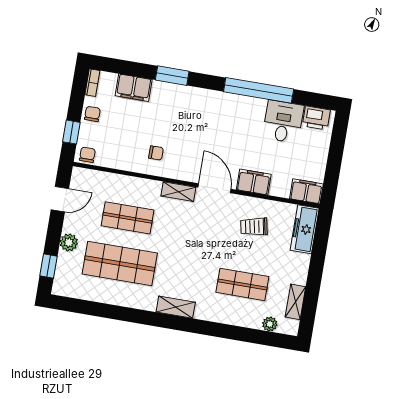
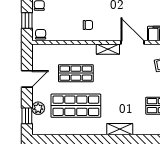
door: (60, 199) -> (27, 79), moved
plant: (69, 242) -> (38, 108), moved

